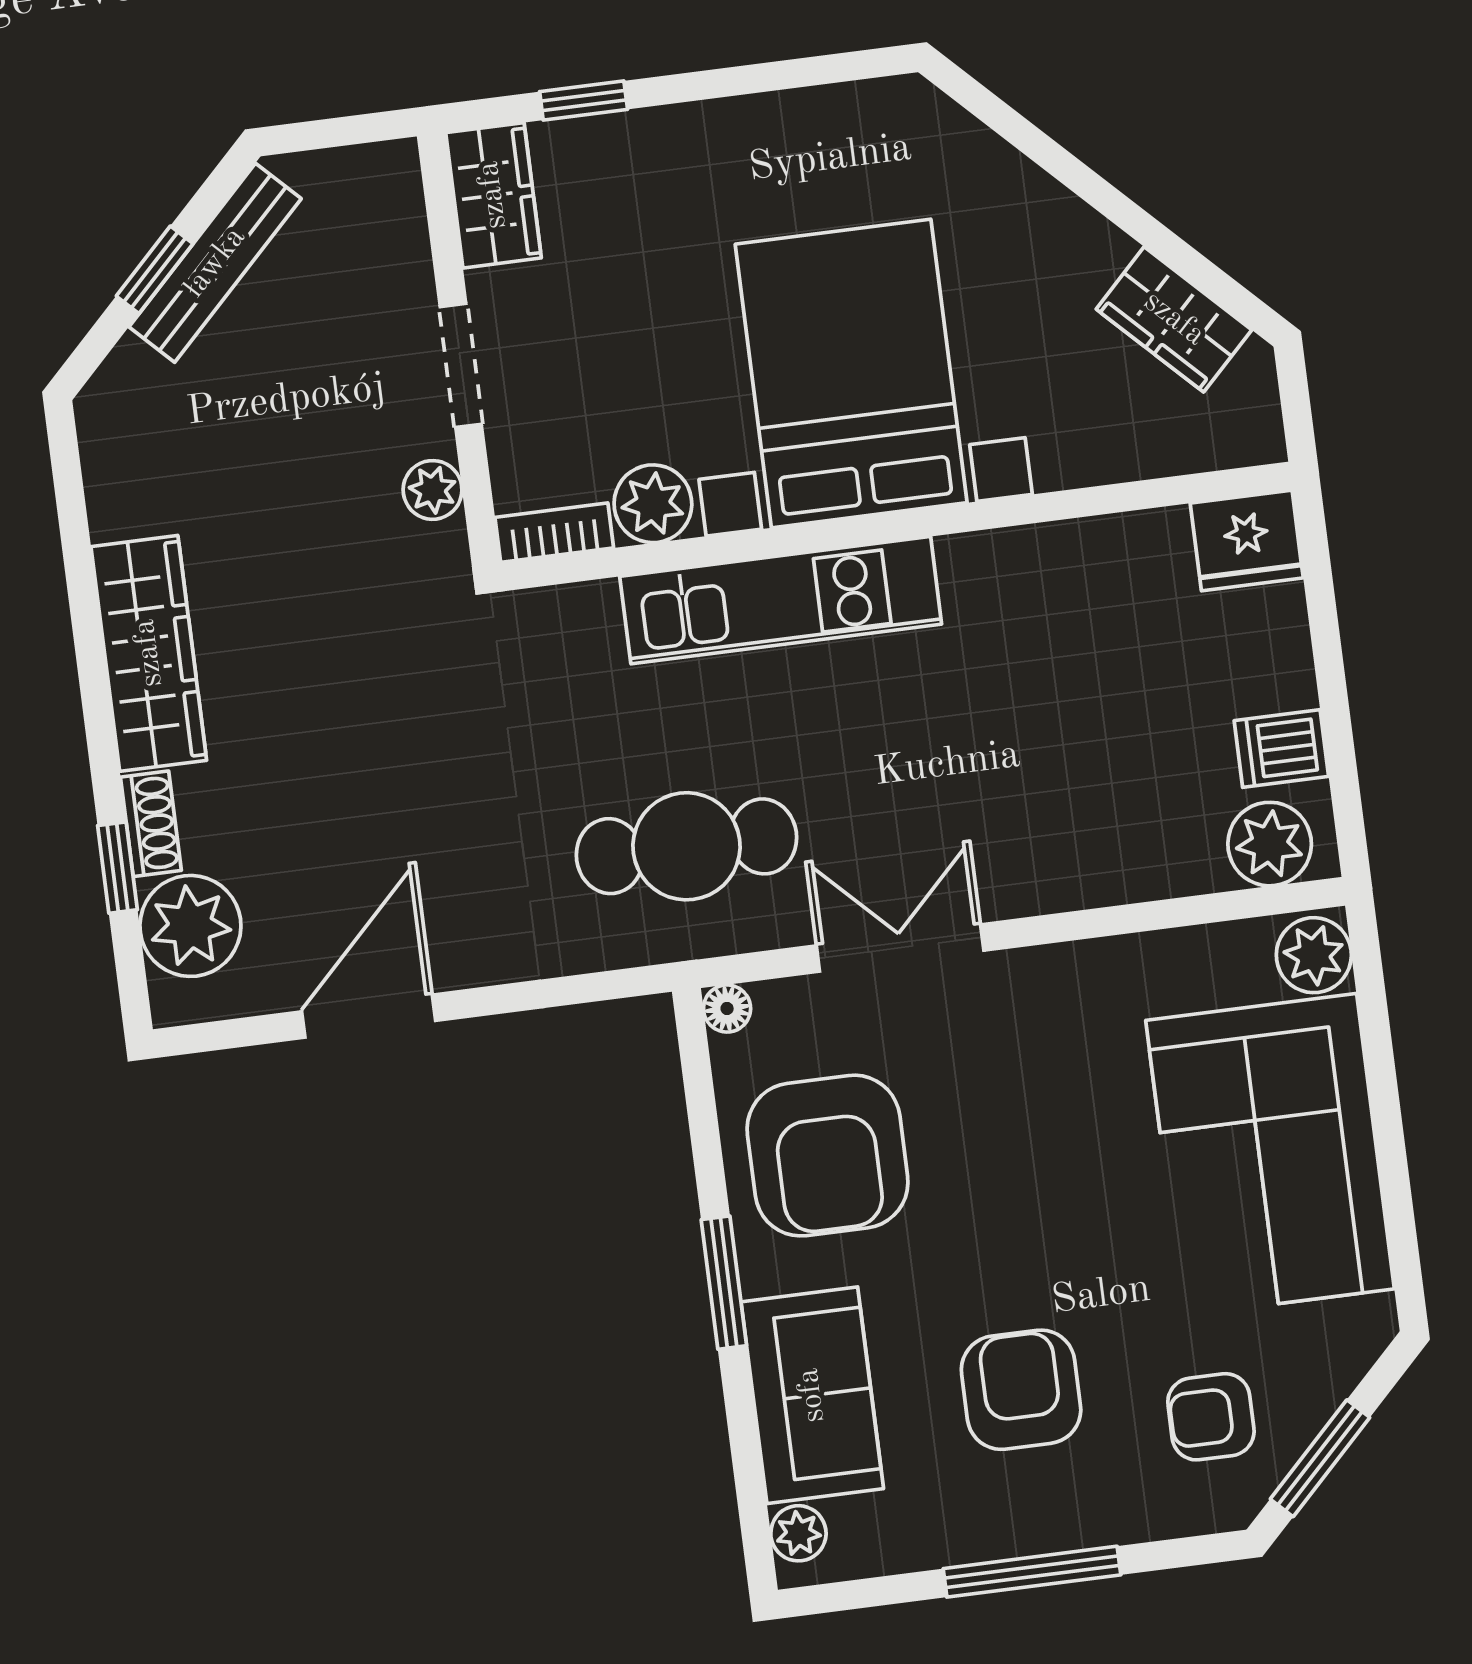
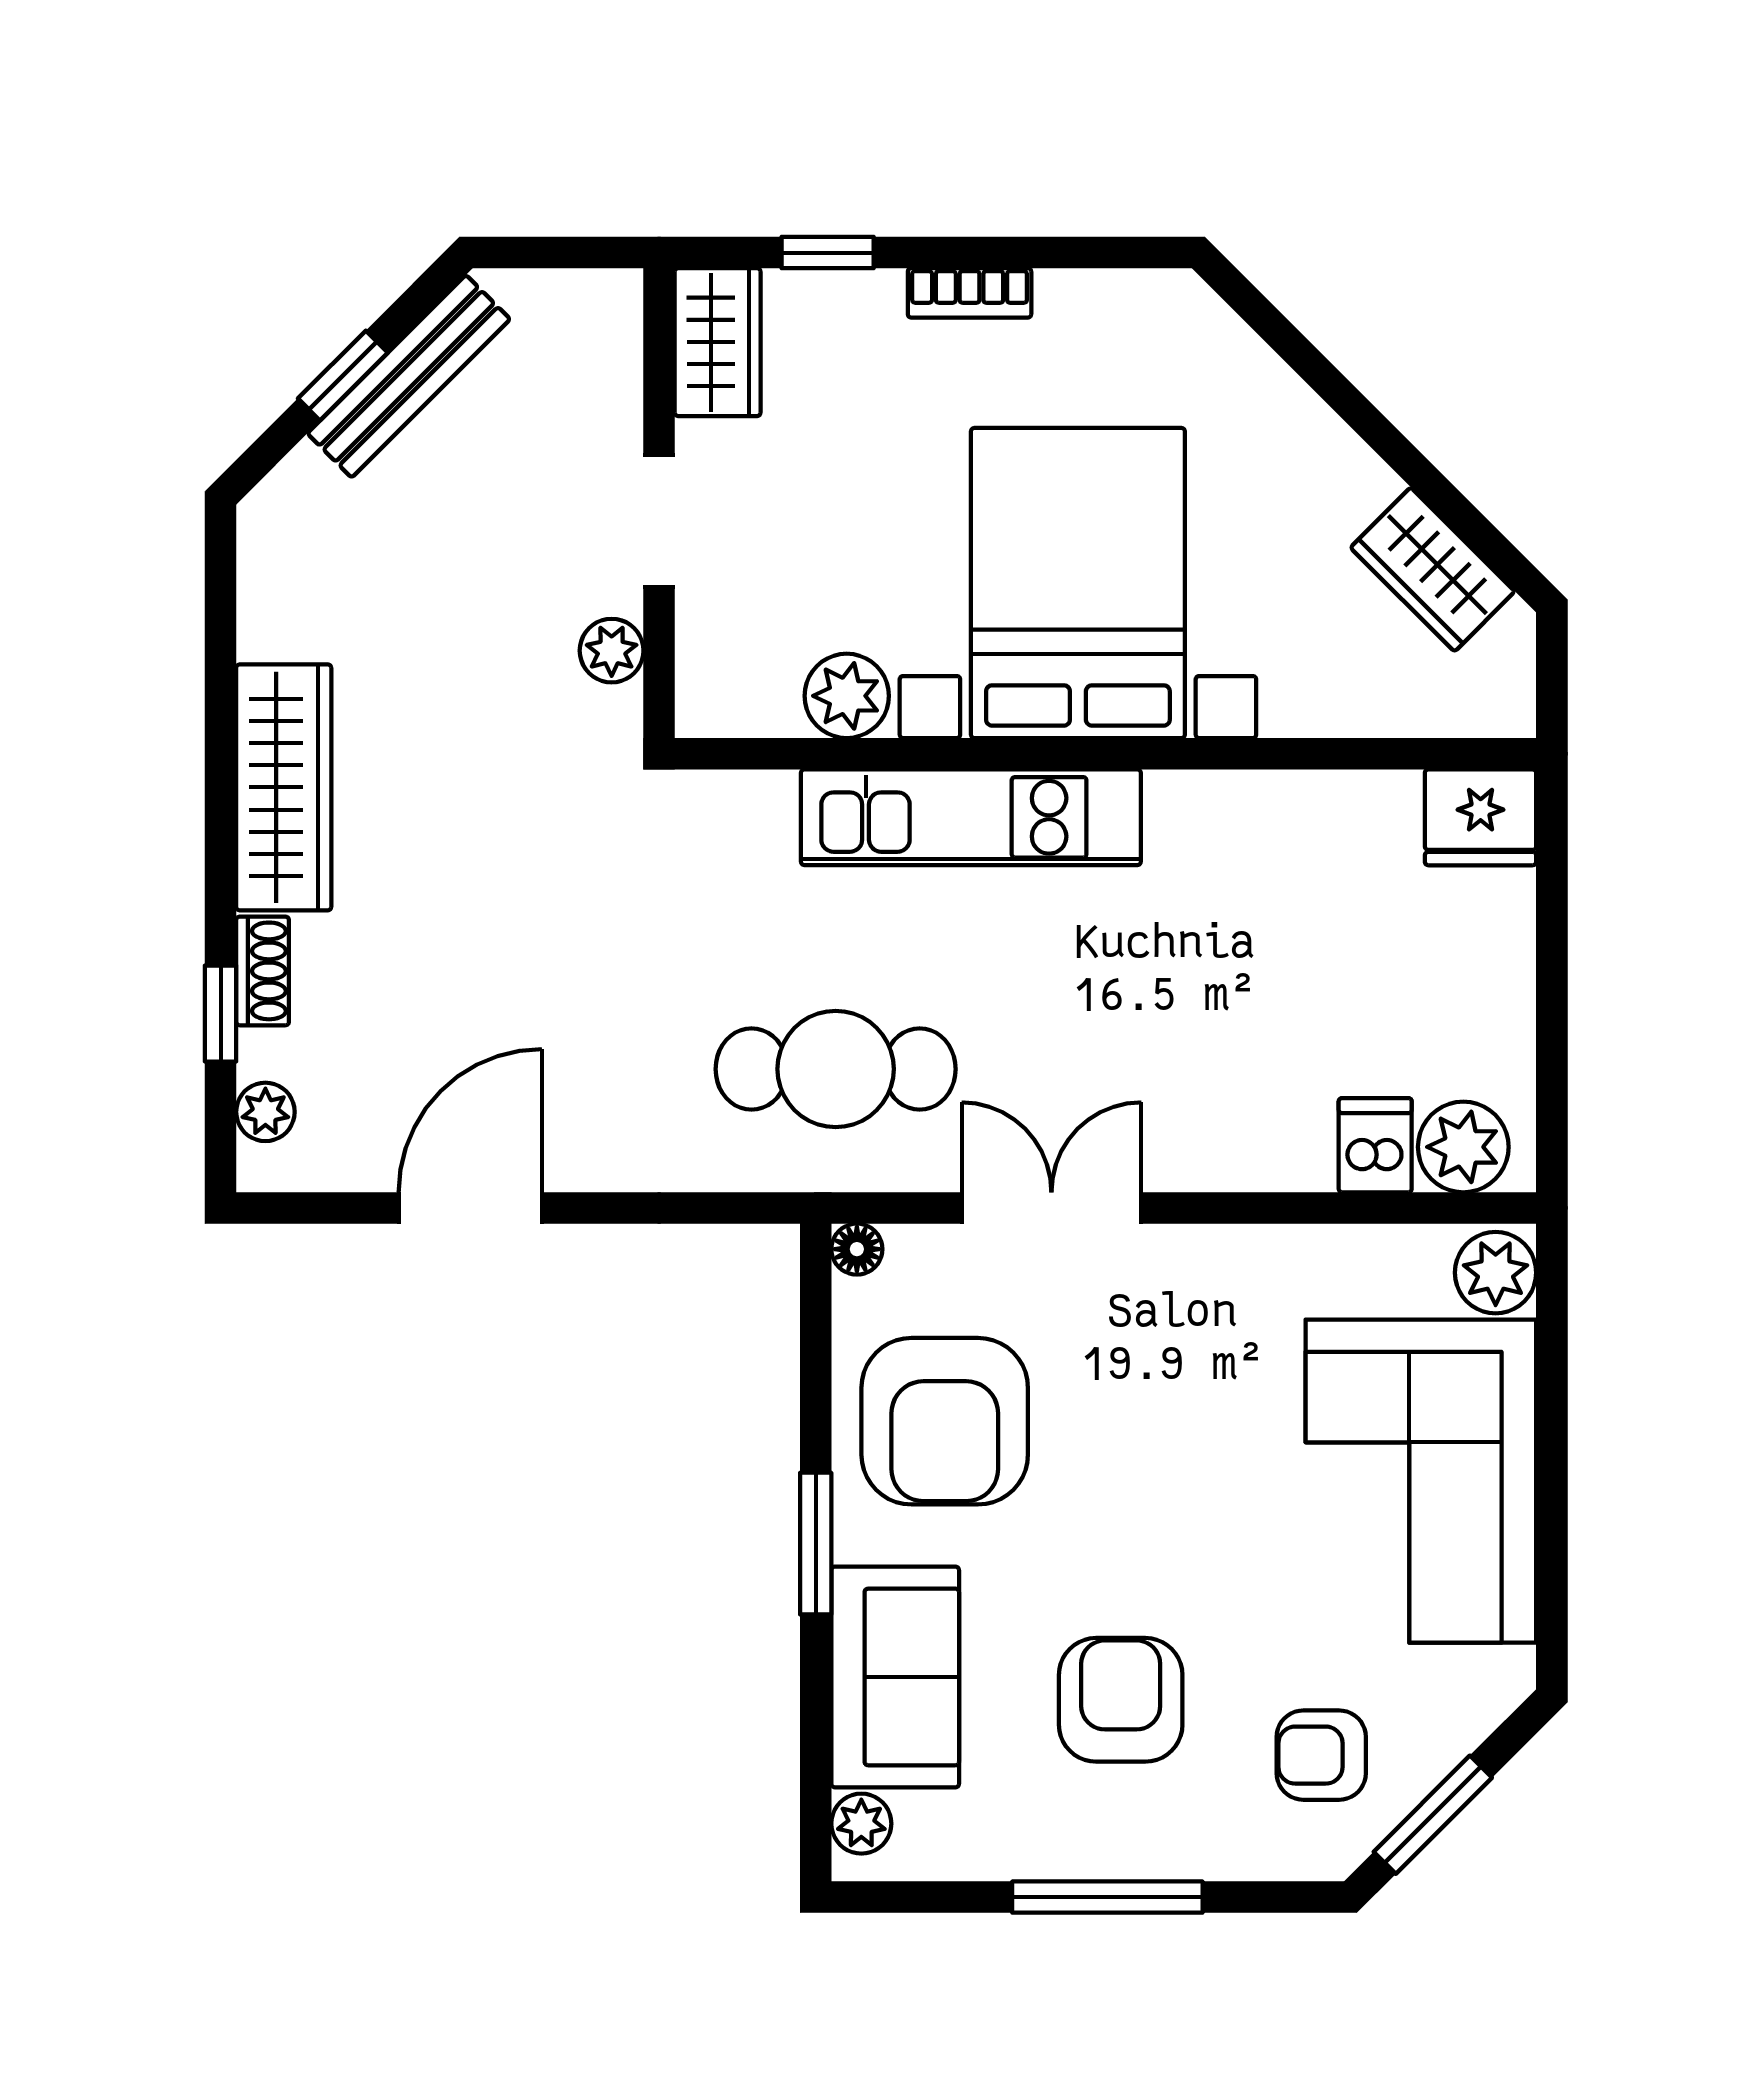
bookcase: (554, 533) -> (970, 293), moved, turned 180
dishwasher: (1281, 749) -> (1375, 1145), moved, turned 90
plant: (190, 926) -> (265, 1112), width x0.53, depth x0.53

